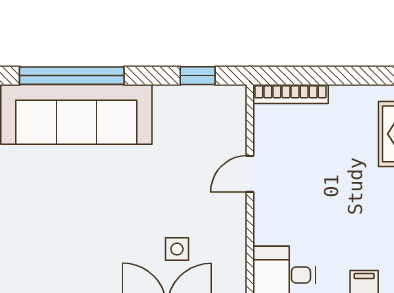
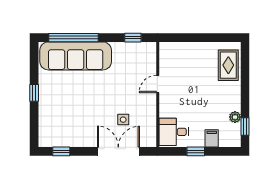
bookcase: (291, 94) -> (177, 46), removed

